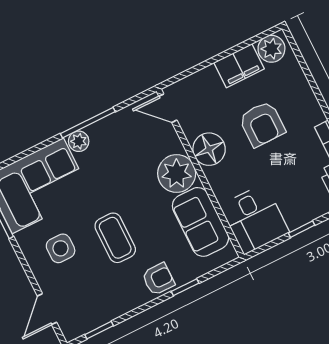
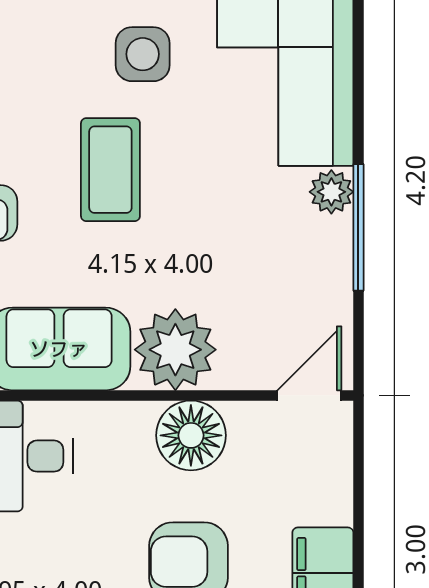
coffee table: (115, 238) -> (110, 170), turned 90

